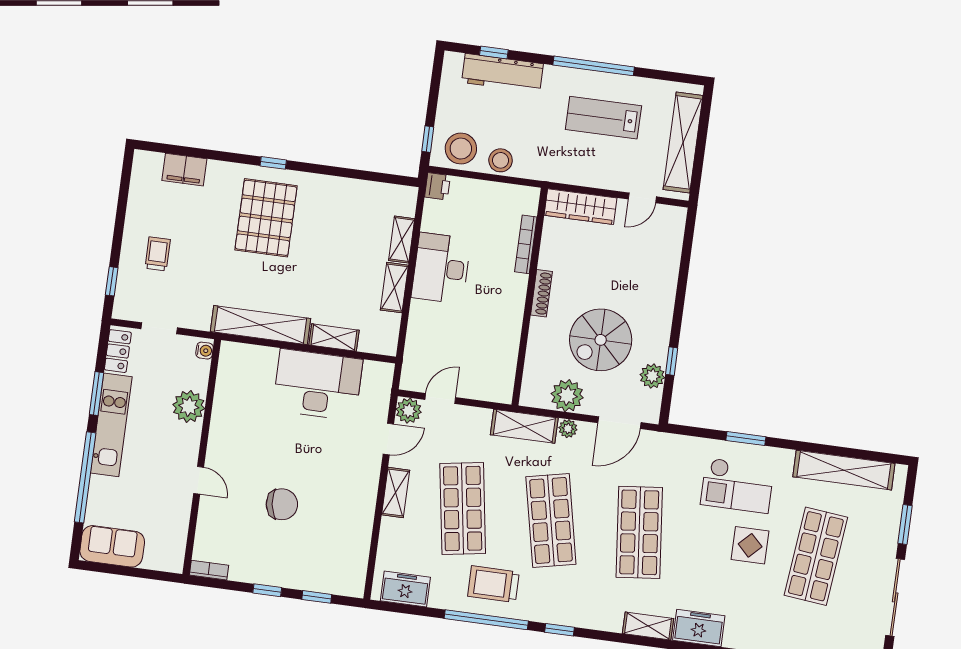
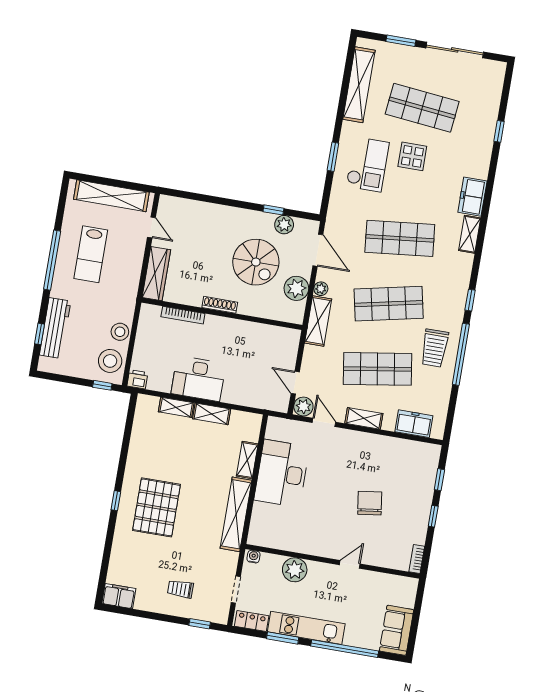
filing cabinet: (184, 170) -> (119, 596), moved, turned -90
pallet: (266, 218) -> (157, 507), turned 90
freezer: (405, 589) -> (414, 424), moved, turned 90

